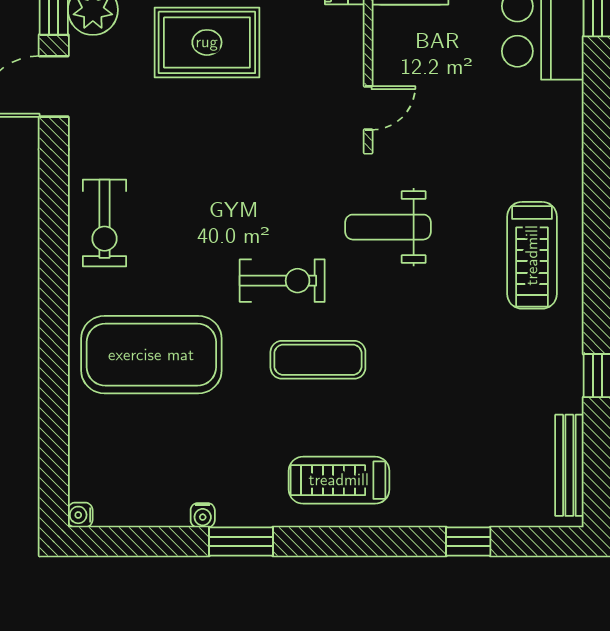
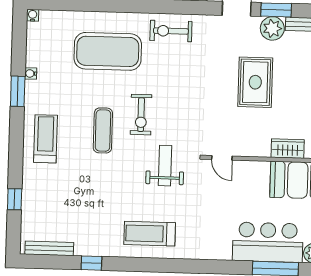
exercise mat: (151, 355) -> (108, 51), turned 90

